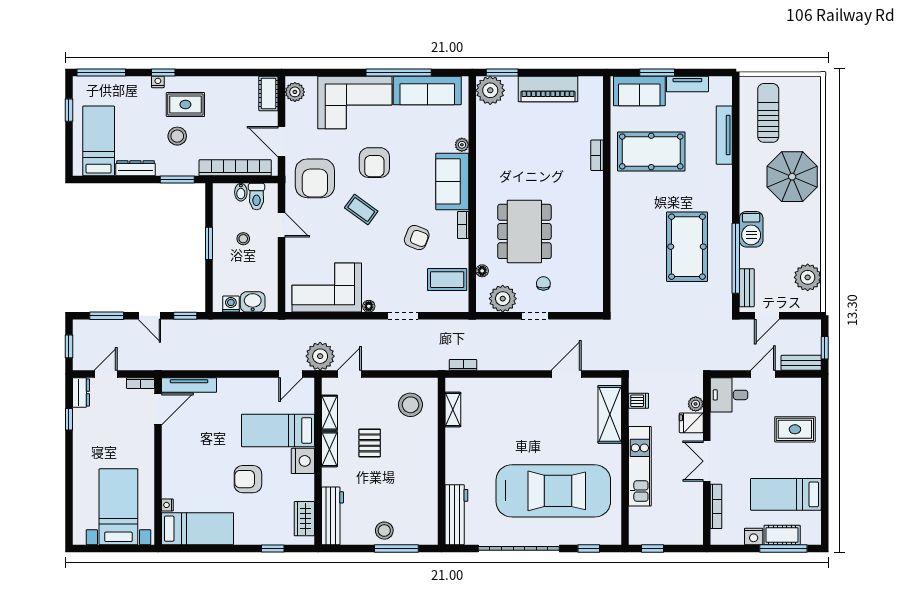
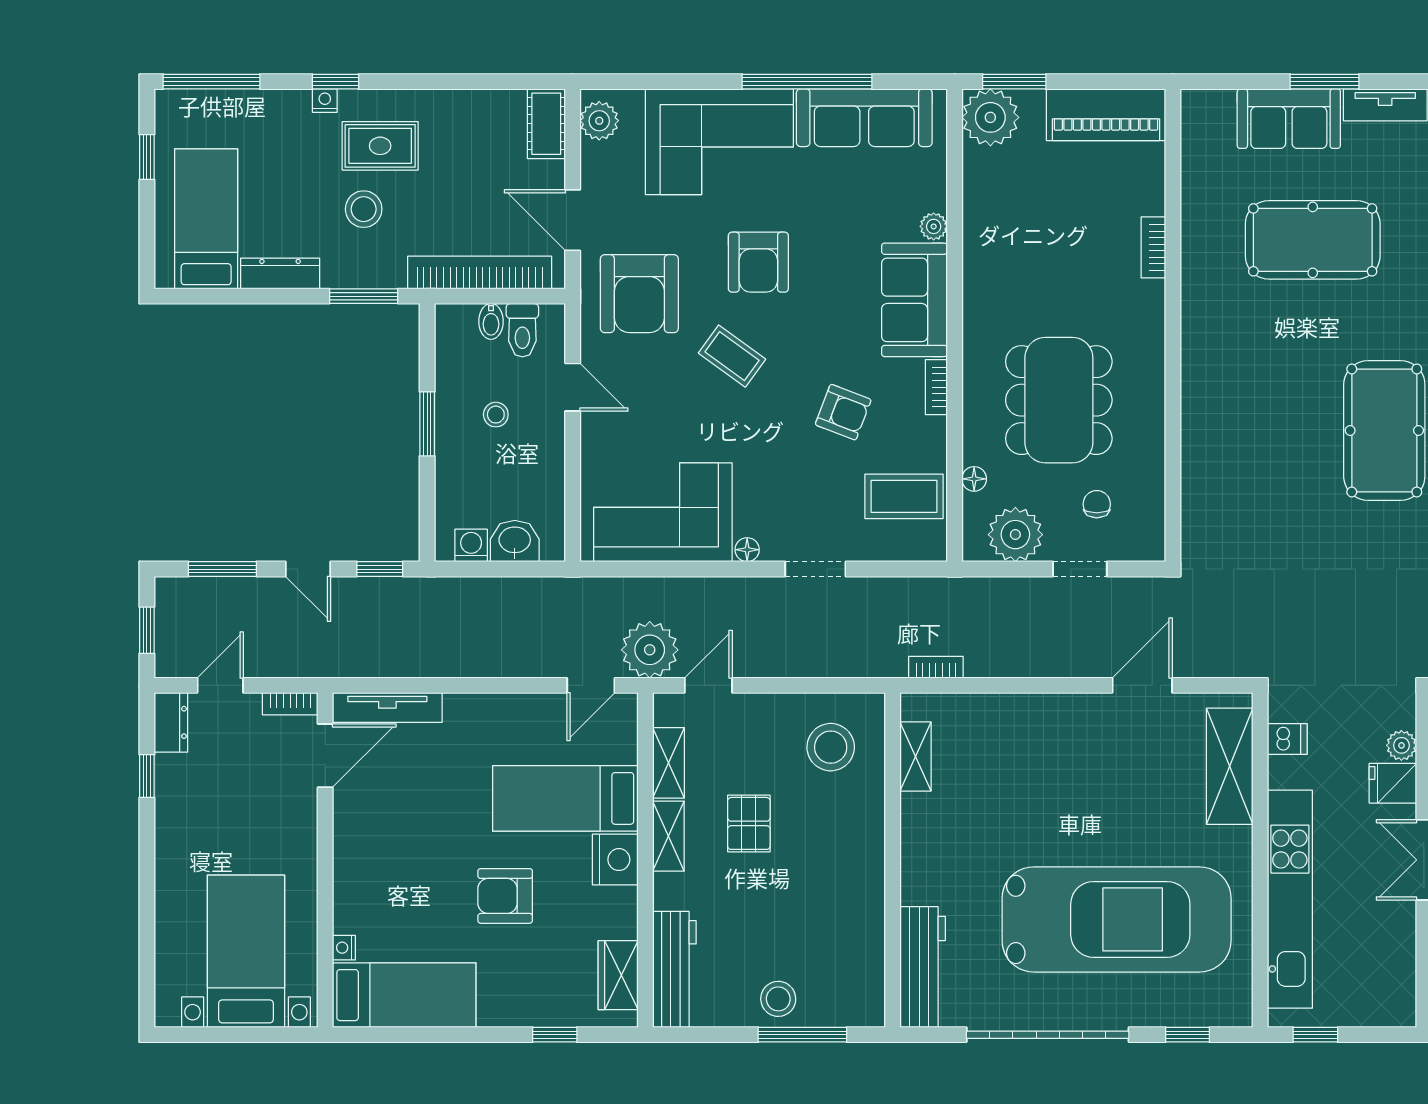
bookcase: (597, 155) -> (1153, 247), moved
wall: (607, 194) -> (1173, 325), moved
kitchen unit: (640, 466) -> (1290, 899), width x1.36

